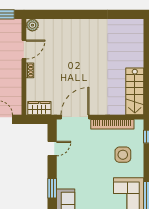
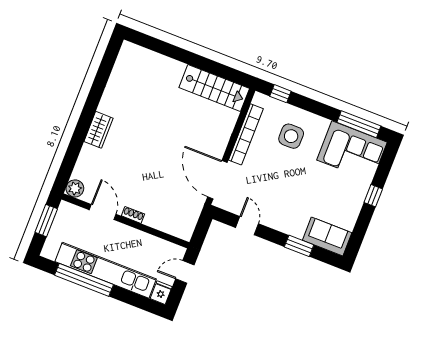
wardrobe: (39, 108) -> (99, 130), moved, turned 180

